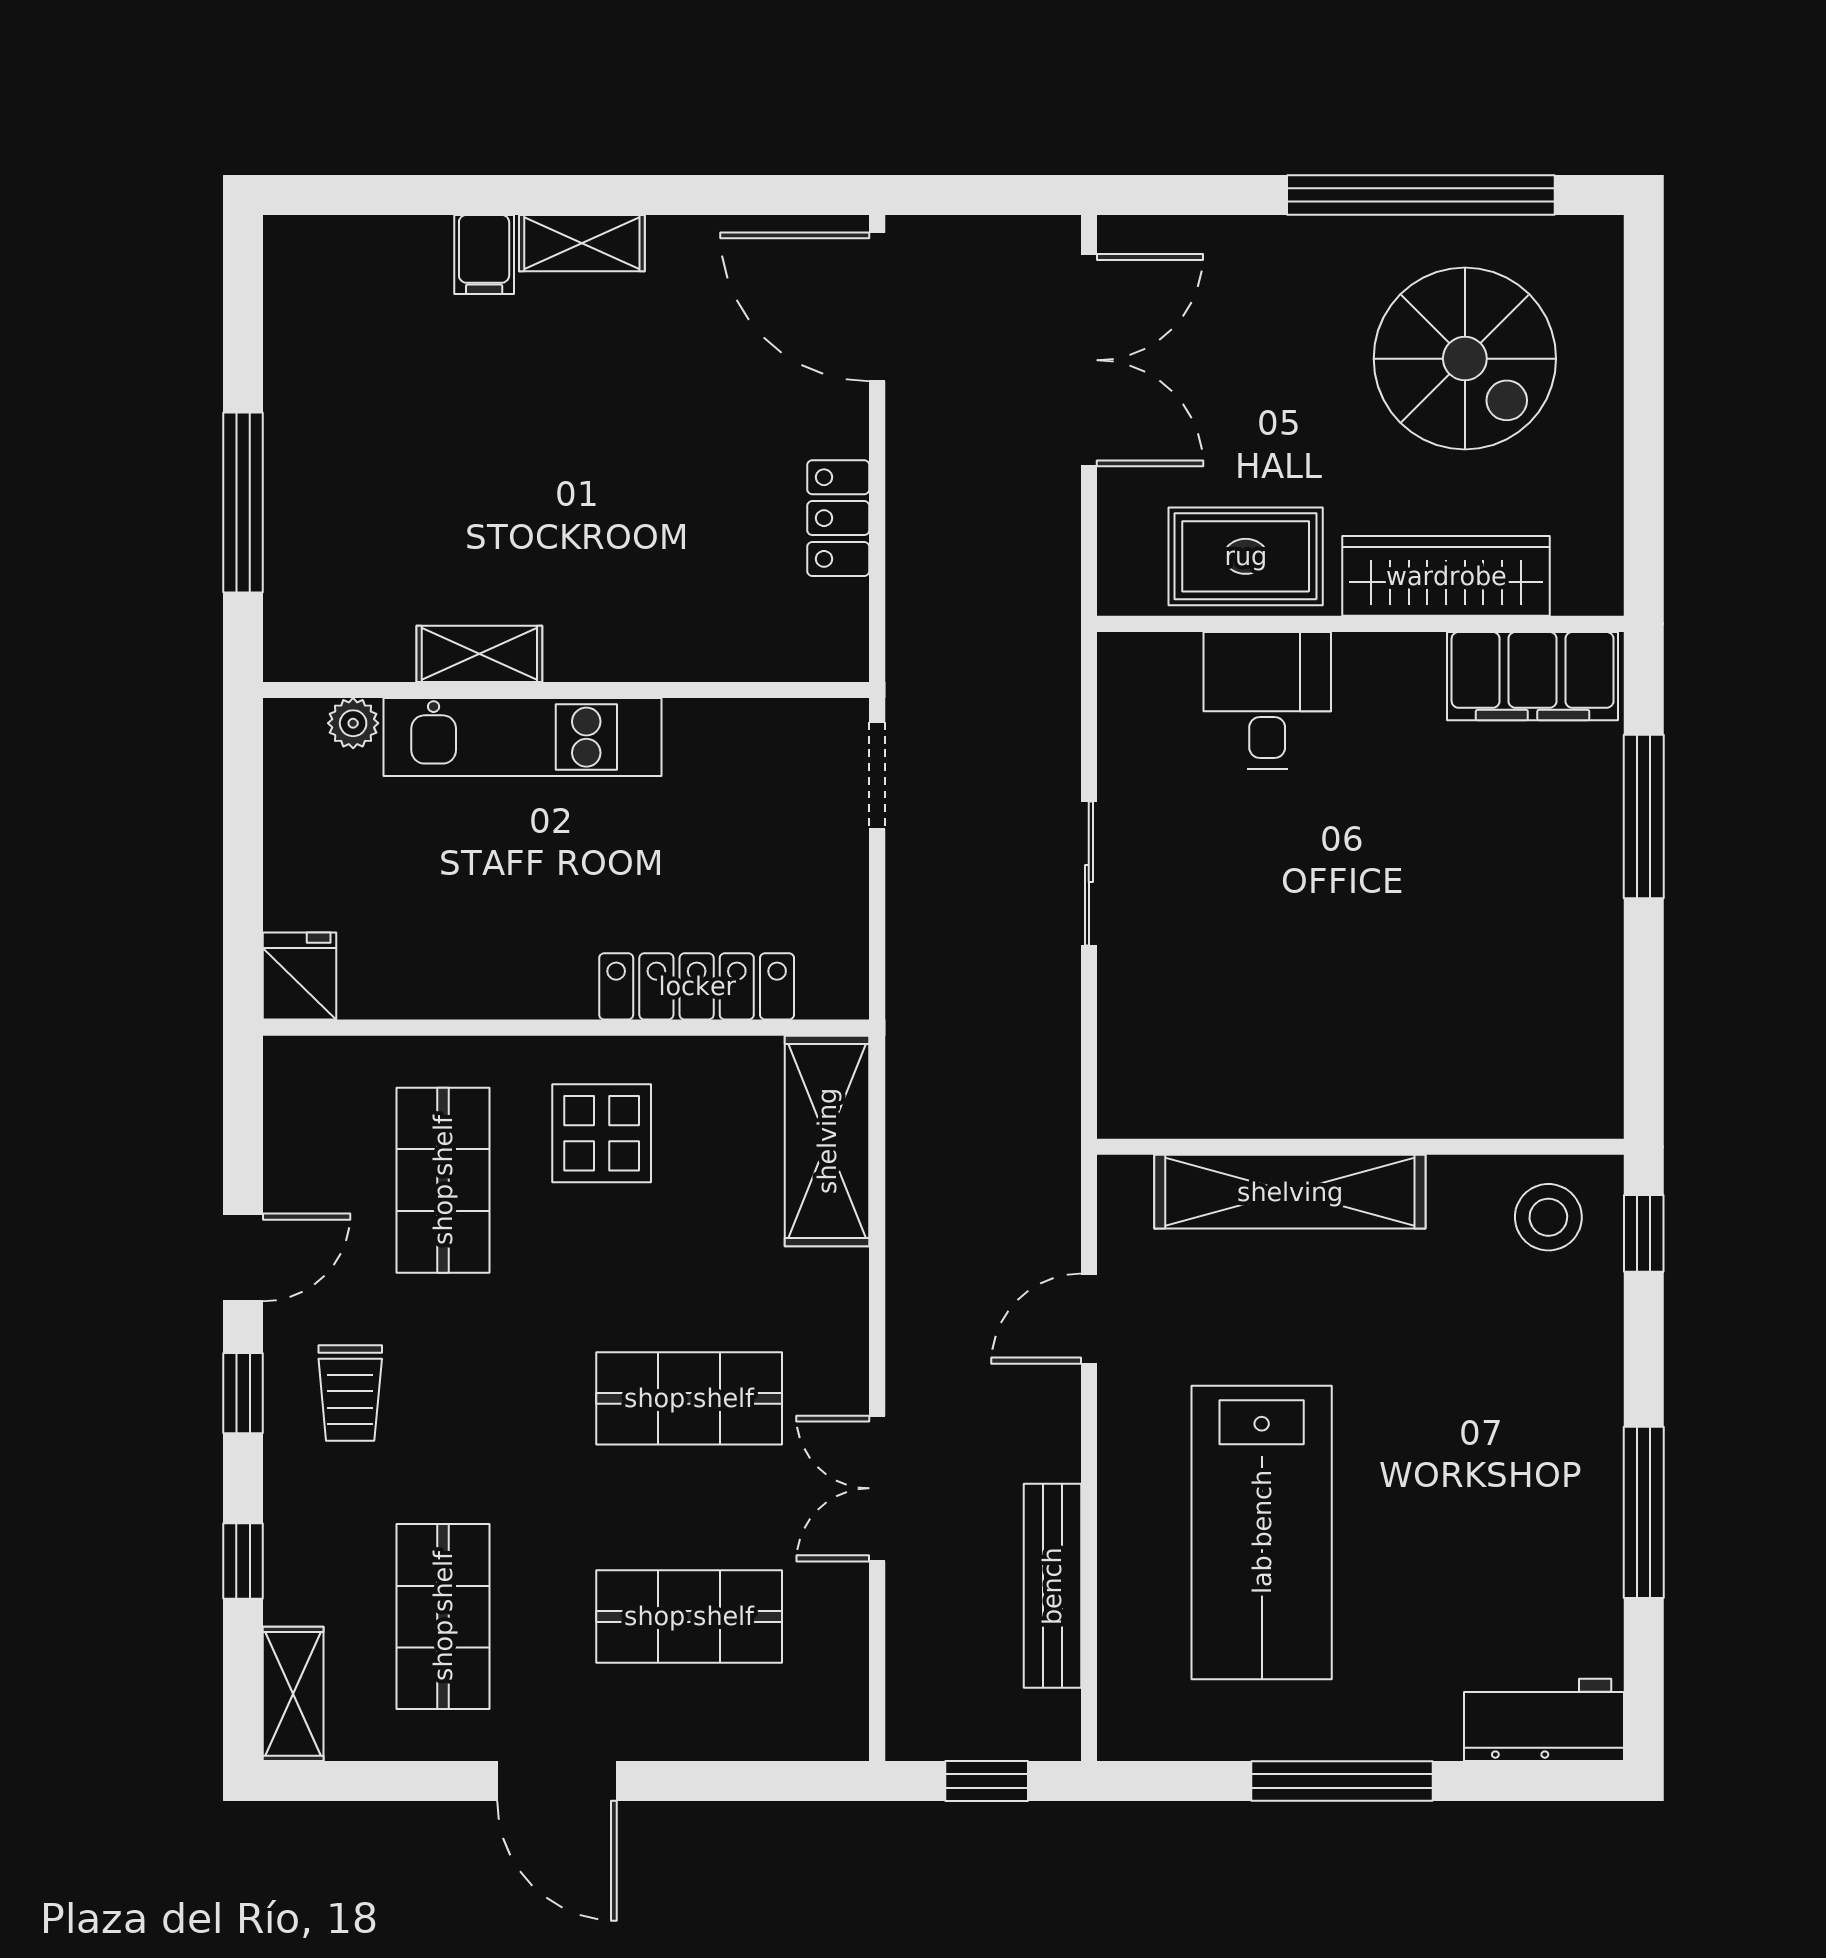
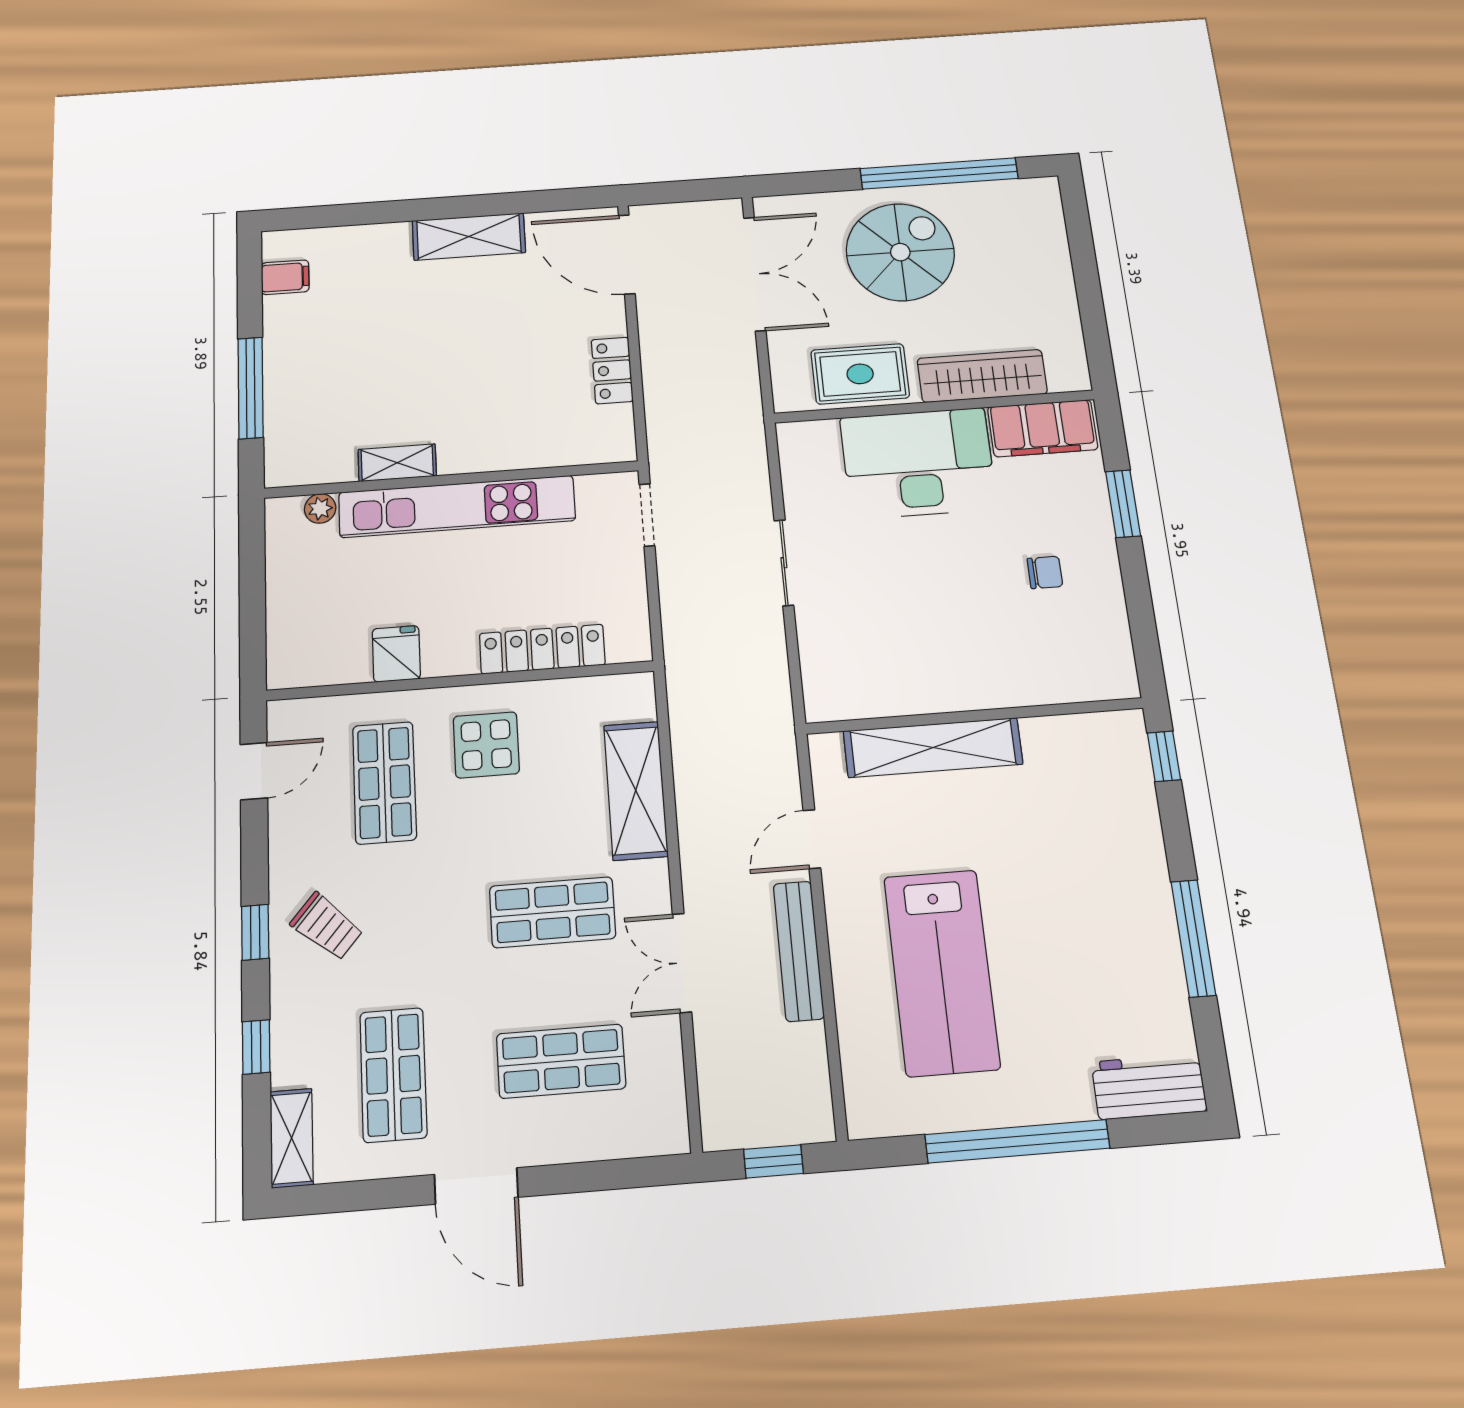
shelving: (582, 243) -> (469, 237), width x1.50, depth x1.33
filing cabinet: (484, 254) -> (285, 277), moved, turned -90
spiral stairs: (1465, 359) -> (900, 252), moved, turned -90
desk: (1267, 700) -> (918, 463), width x1.87, depth x1.30
kitchen unit: (522, 737) -> (457, 506), width x1.36
window: (1644, 817) -> (1123, 504), width x0.69
chair: (1502, 922) -> (1045, 572), added
fridge: (299, 976) -> (396, 654), moved
shelving: (827, 1141) -> (636, 790), moved
stool: (1548, 1217) -> (1101, 751), removed
door: (243, 1257) -> (254, 771), moved
trolley: (350, 1393) -> (327, 926), turned -49
bench: (1052, 1586) -> (799, 951), moved
window: (1342, 1781) -> (1017, 1141), width x1.46

